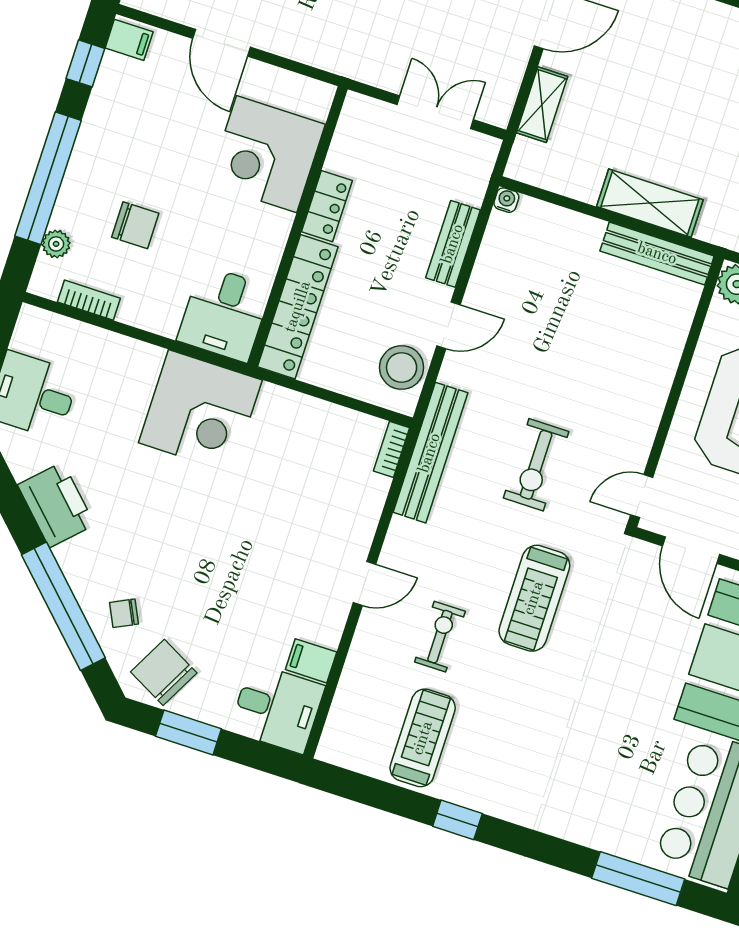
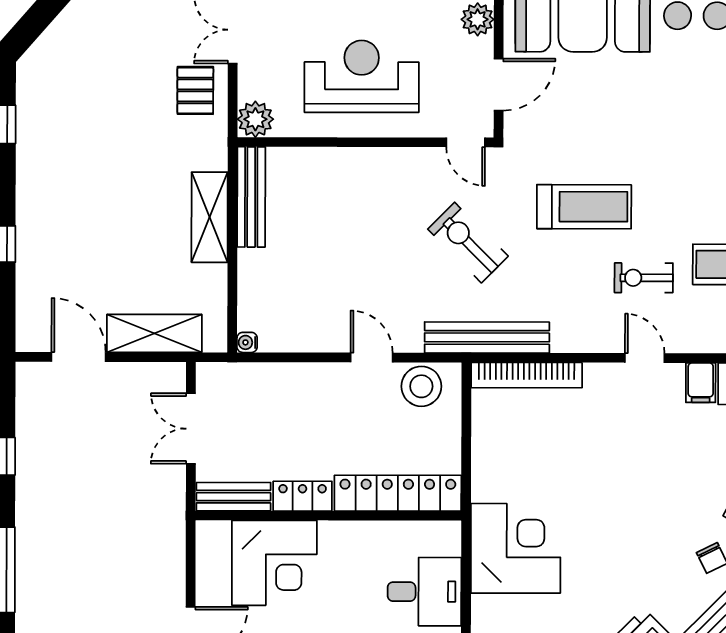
shelving: (542, 105) -> (154, 333), width x1.50, depth x1.33
bench: (453, 244) -> (234, 497), moved
desk: (224, 314) -> (424, 592), moved
bookcase: (392, 449) -> (527, 375), width x2.31, depth x1.31
exercise bike: (536, 465) -> (468, 243), turned -135
door: (365, 583) -> (645, 358), moved

